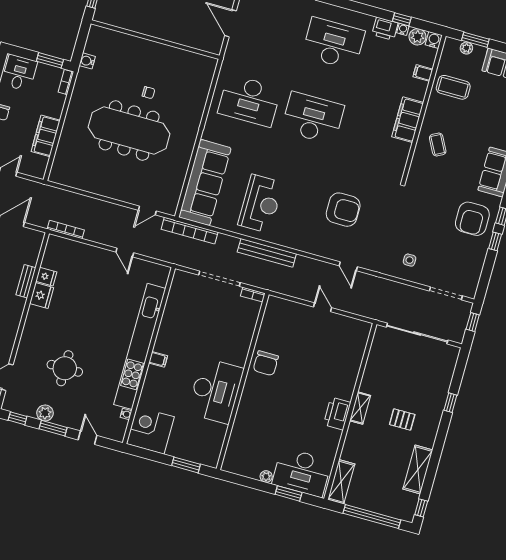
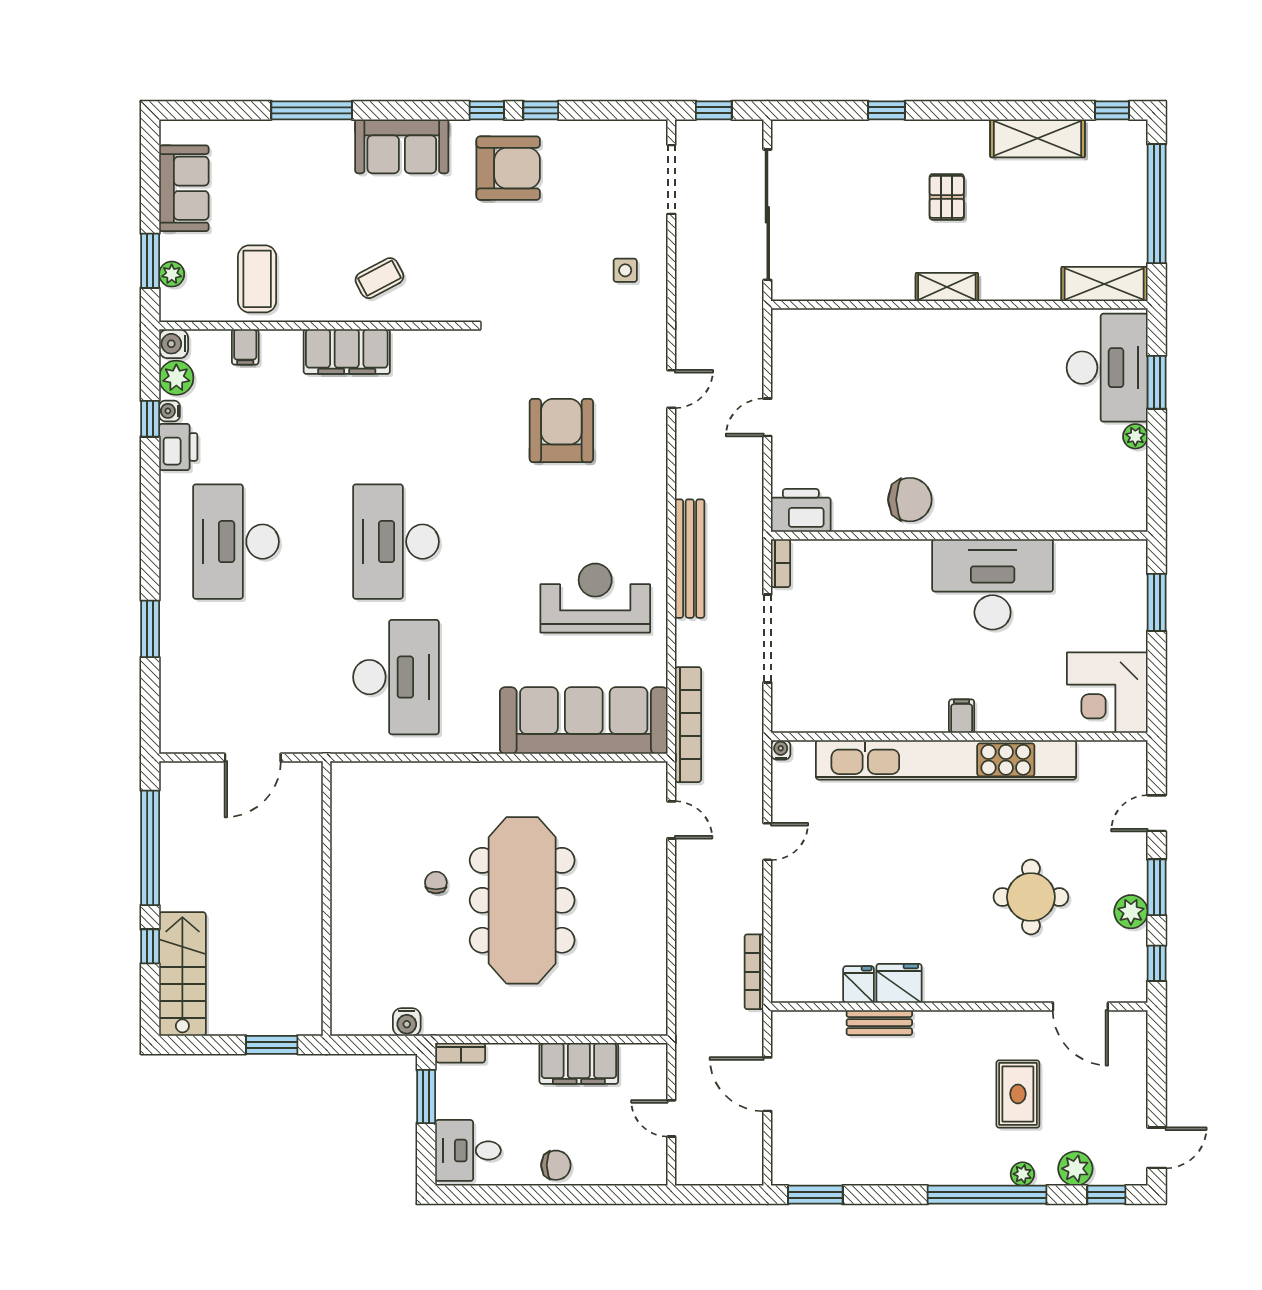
water cooler: (126, 414) -> (781, 750), moved
printer: (337, 414) -> (801, 510), moved, turned 180

